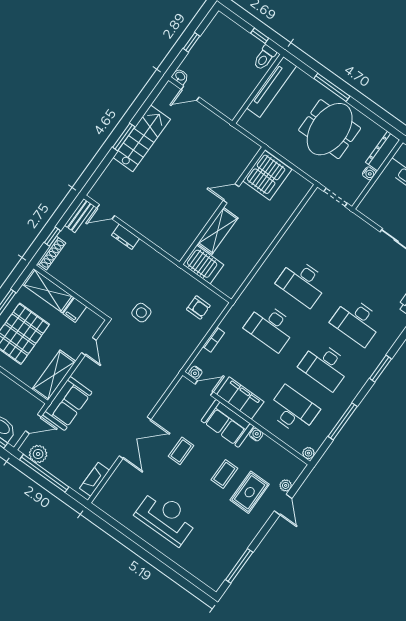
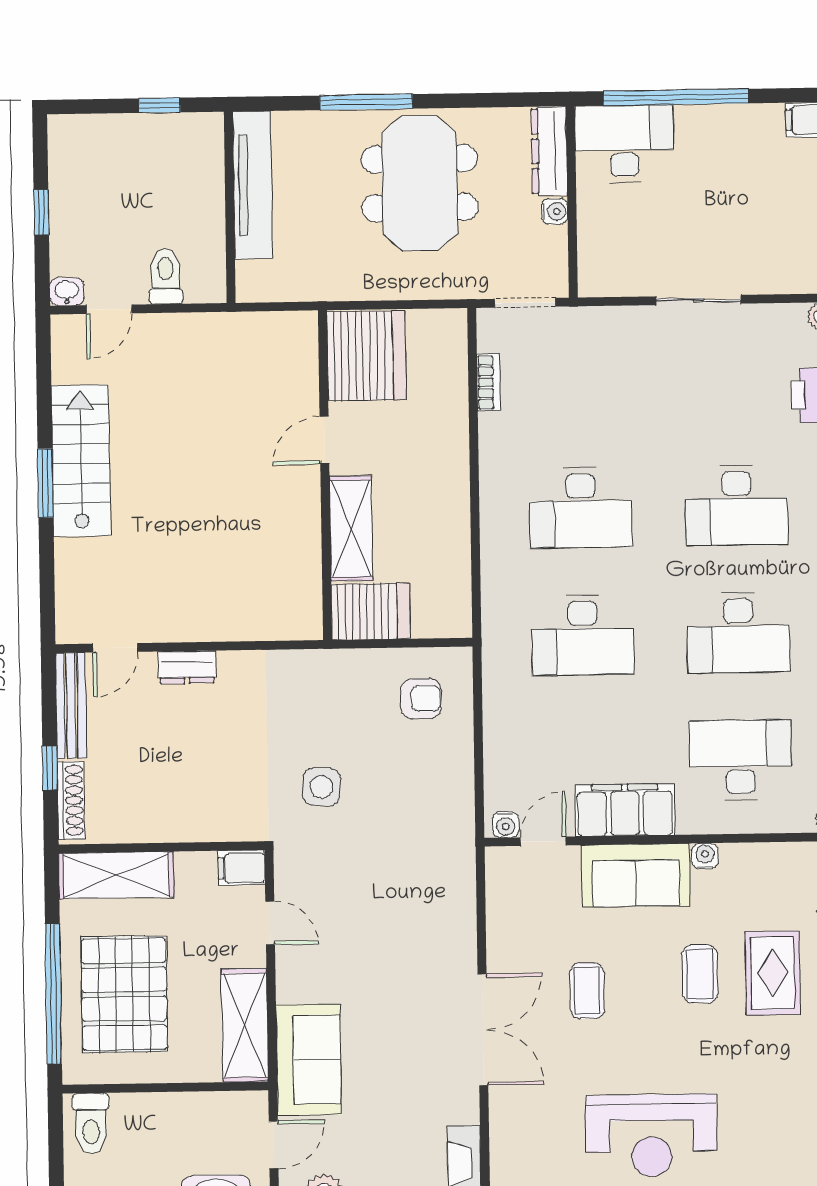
toilet: (264, 58) -> (166, 276), moved, turned 180
bench: (79, 216) -> (71, 706), width x1.36
filing cabinet: (75, 310) -> (242, 868), moved, turned 90
bookcase: (214, 340) -> (488, 382), moved
reception desk: (166, 517) -> (651, 1135), turned 180

